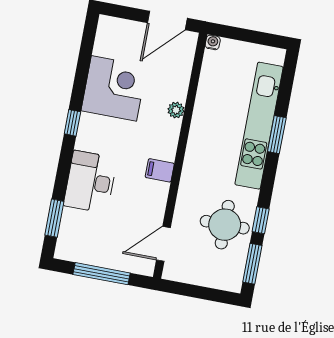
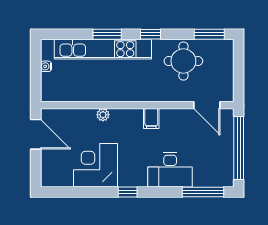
water cooler: (213, 42) -> (46, 66), moved
window: (54, 218) -> (203, 192), width x1.44
window: (261, 220) -> (150, 34), moved
window: (102, 274) -> (239, 148), width x1.46

